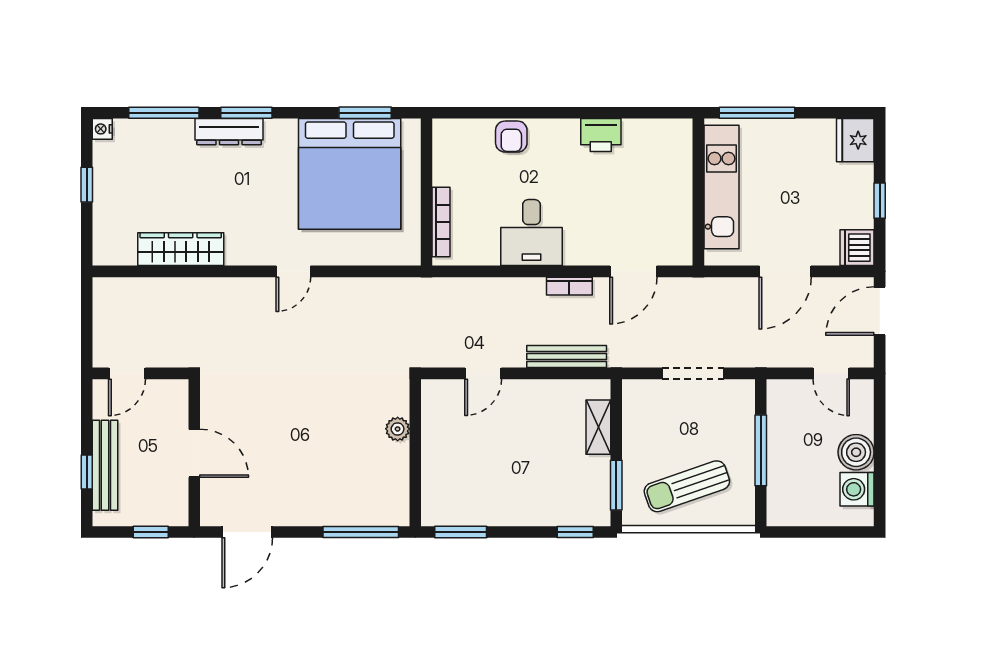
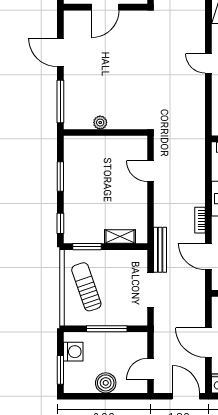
bench: (567, 357) -> (160, 250), moved
plant: (398, 429) -> (100, 123), moved
washing machine: (857, 489) -> (73, 352), moved, turned 90
door: (247, 532) -> (60, 52), moved
window: (461, 532) -> (60, 177), moved
window: (833, 532) -> (60, 370), added

